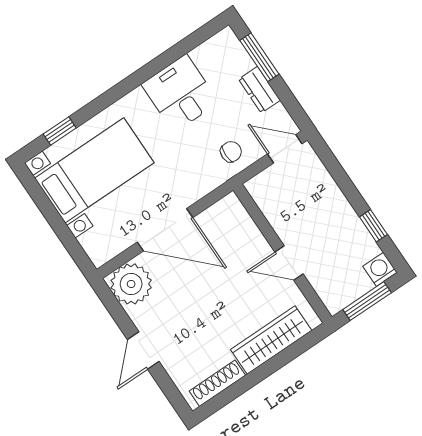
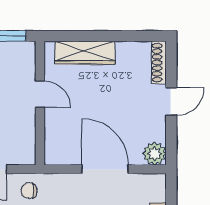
plant: (131, 284) -> (155, 154), width x0.73, depth x0.73
shoe rack: (217, 383) -> (159, 63), moved, turned 90

